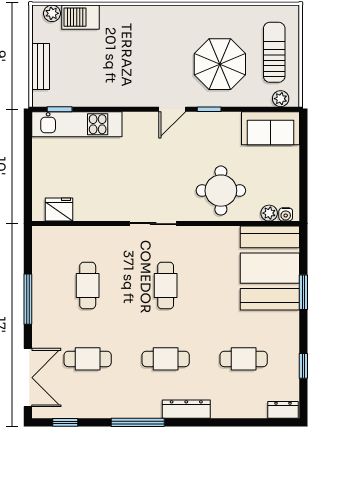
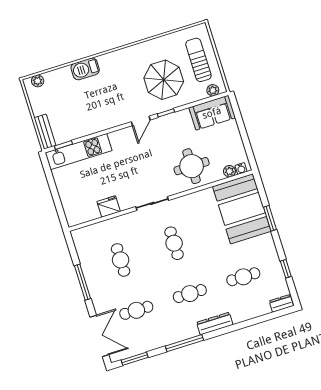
barbecue: (81, 17) -> (85, 69), moved
bench: (41, 67) -> (45, 132), moved
fridge: (59, 210) -> (109, 206), moved
window: (65, 422) -> (135, 359), width x1.50

